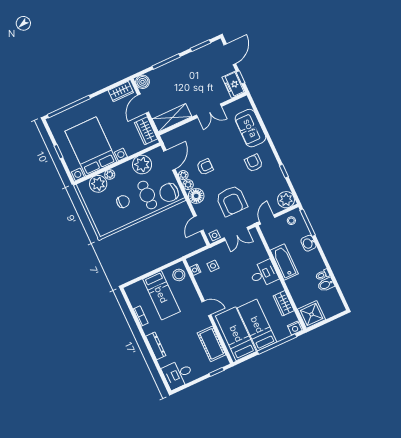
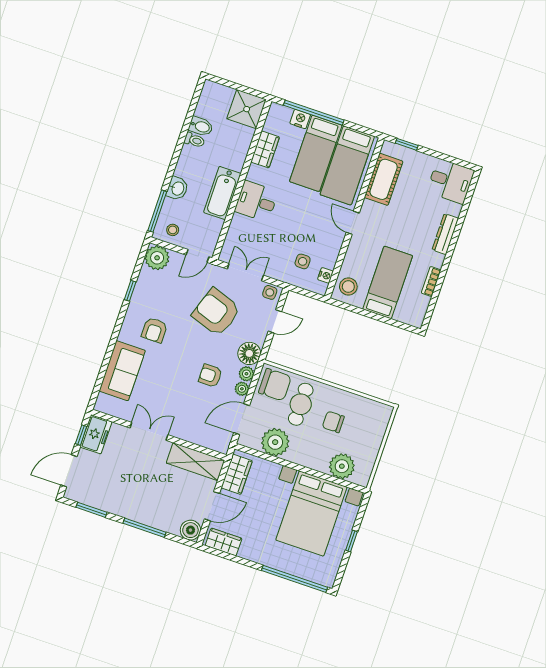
plant: (110, 174) -> (320, 464), removed
armchair: (232, 201) -> (216, 312), turned -71
nightstand: (295, 328) -> (300, 119), moved

